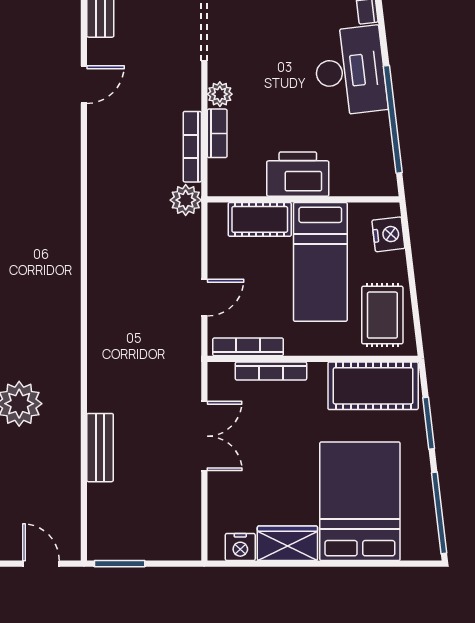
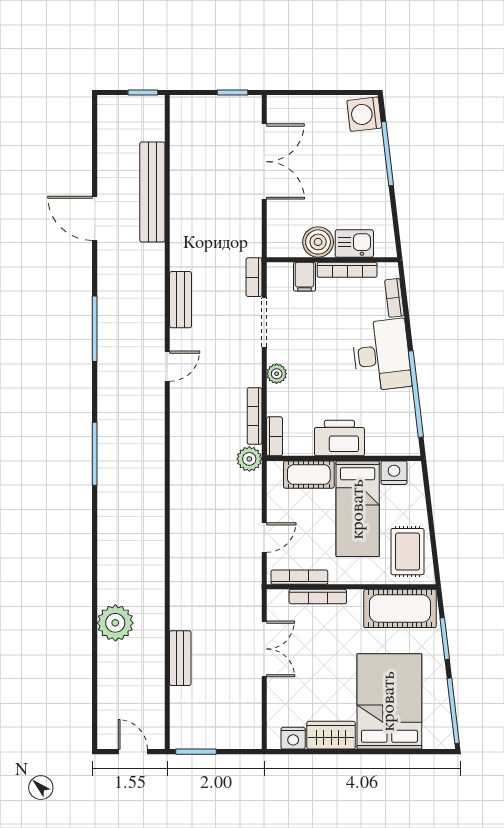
bookcase: (217, 133) -> (274, 436), moved
nightstand: (388, 234) -> (394, 473), moved, turned -83

